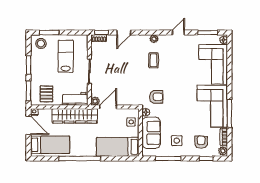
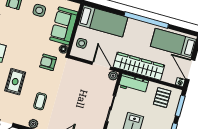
rug: (180, 72) -> (15, 82), added
door: (108, 107) -> (101, 66), swing flipped

